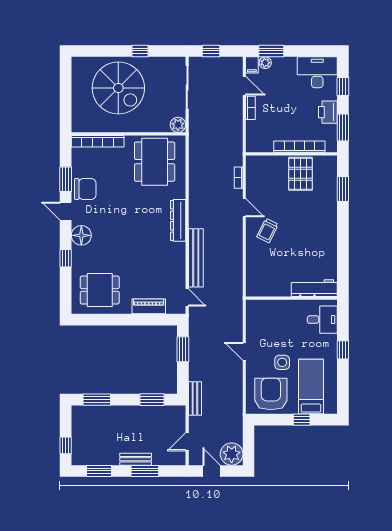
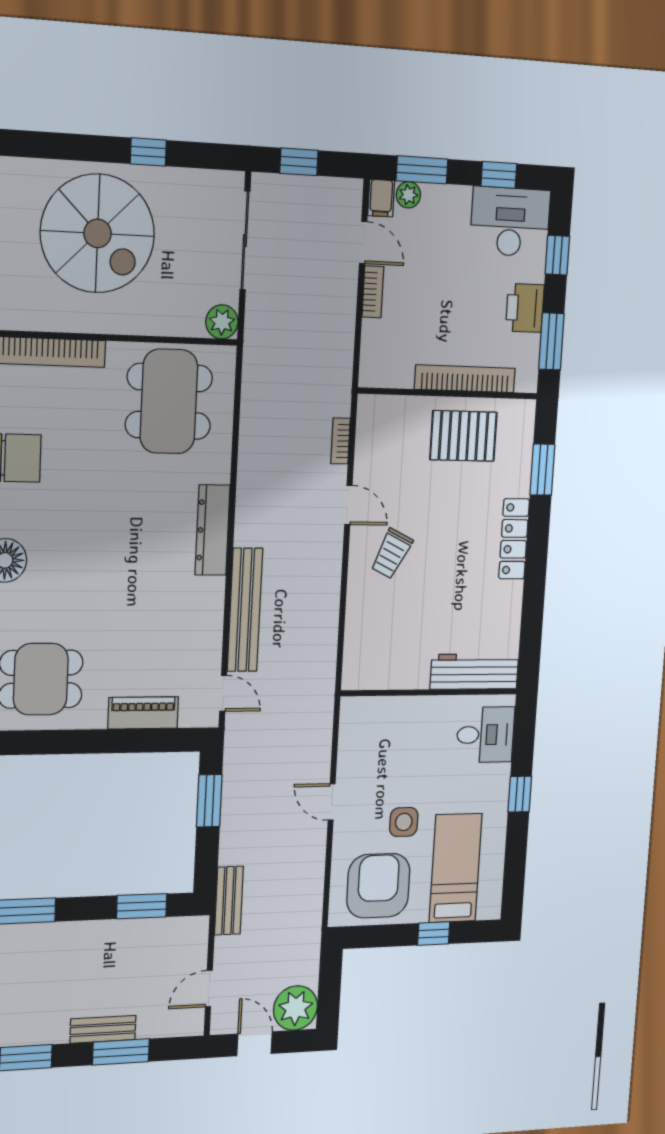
window: (310, 51) -> (499, 175), added
pallet: (301, 174) -> (463, 436), turned 90
locker: (330, 223) -> (514, 539), added

